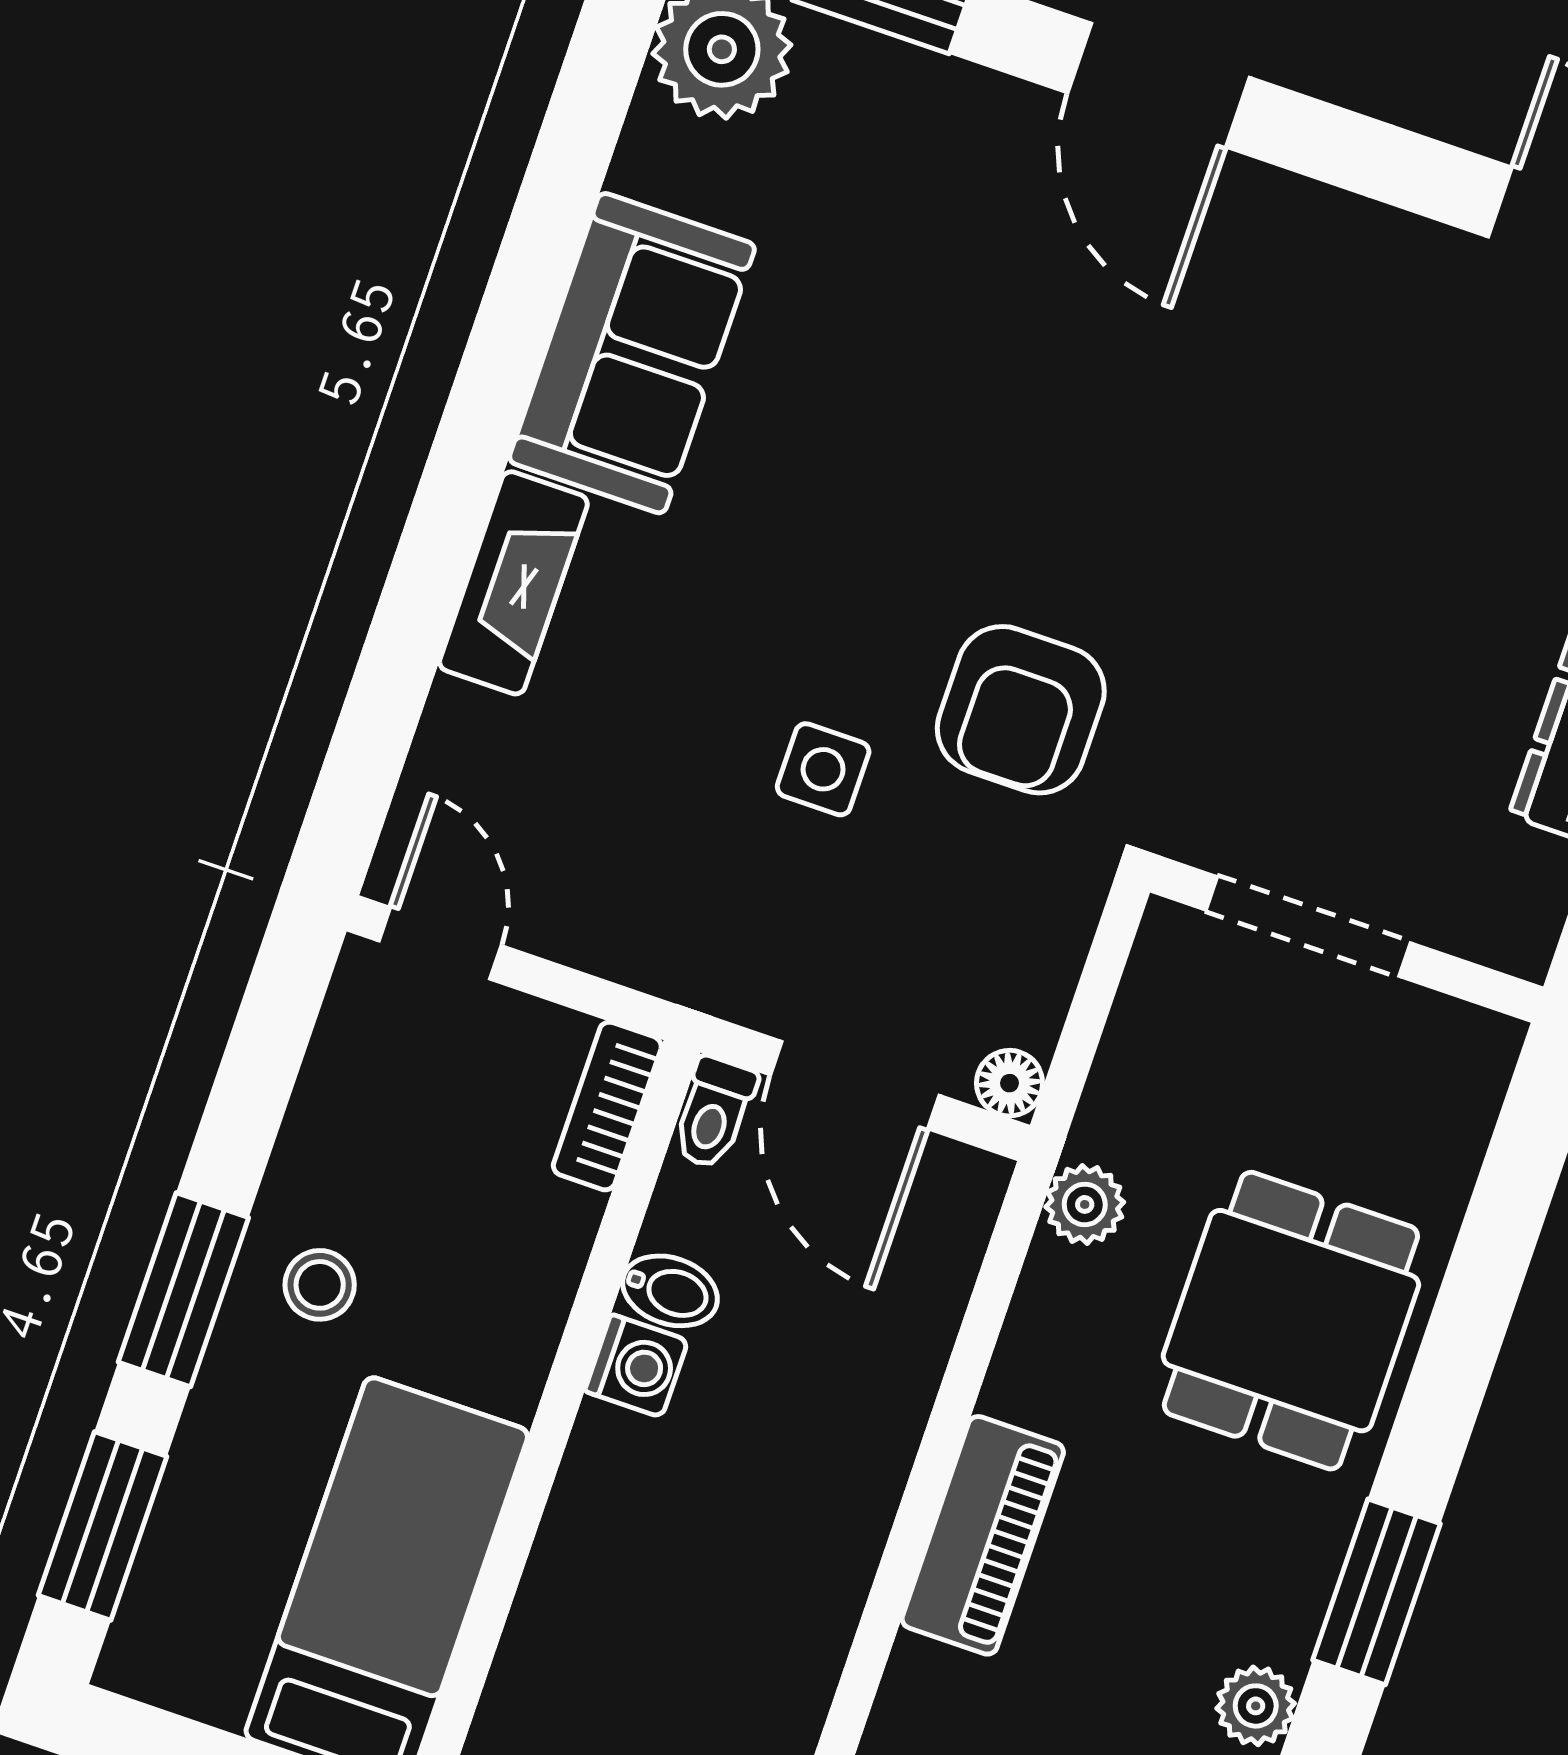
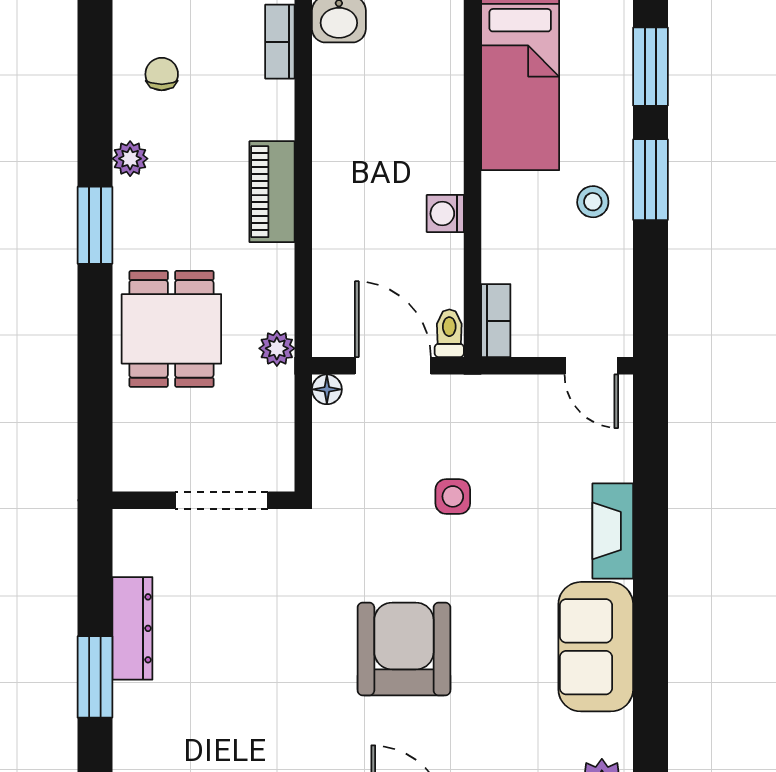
armchair: (1021, 710) -> (404, 649), moved, width x1.36, depth x1.36
bidet: (670, 1291) -> (442, 251), removed

